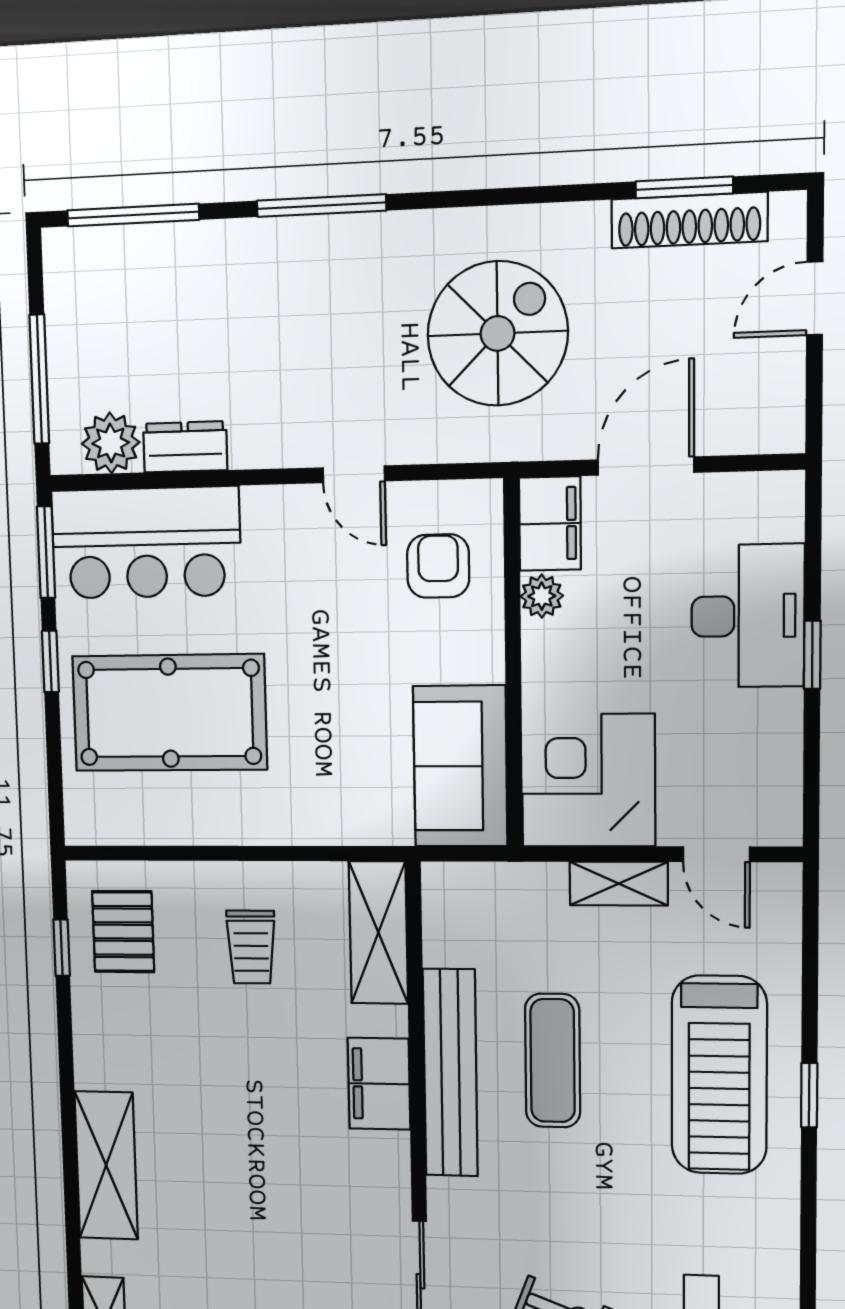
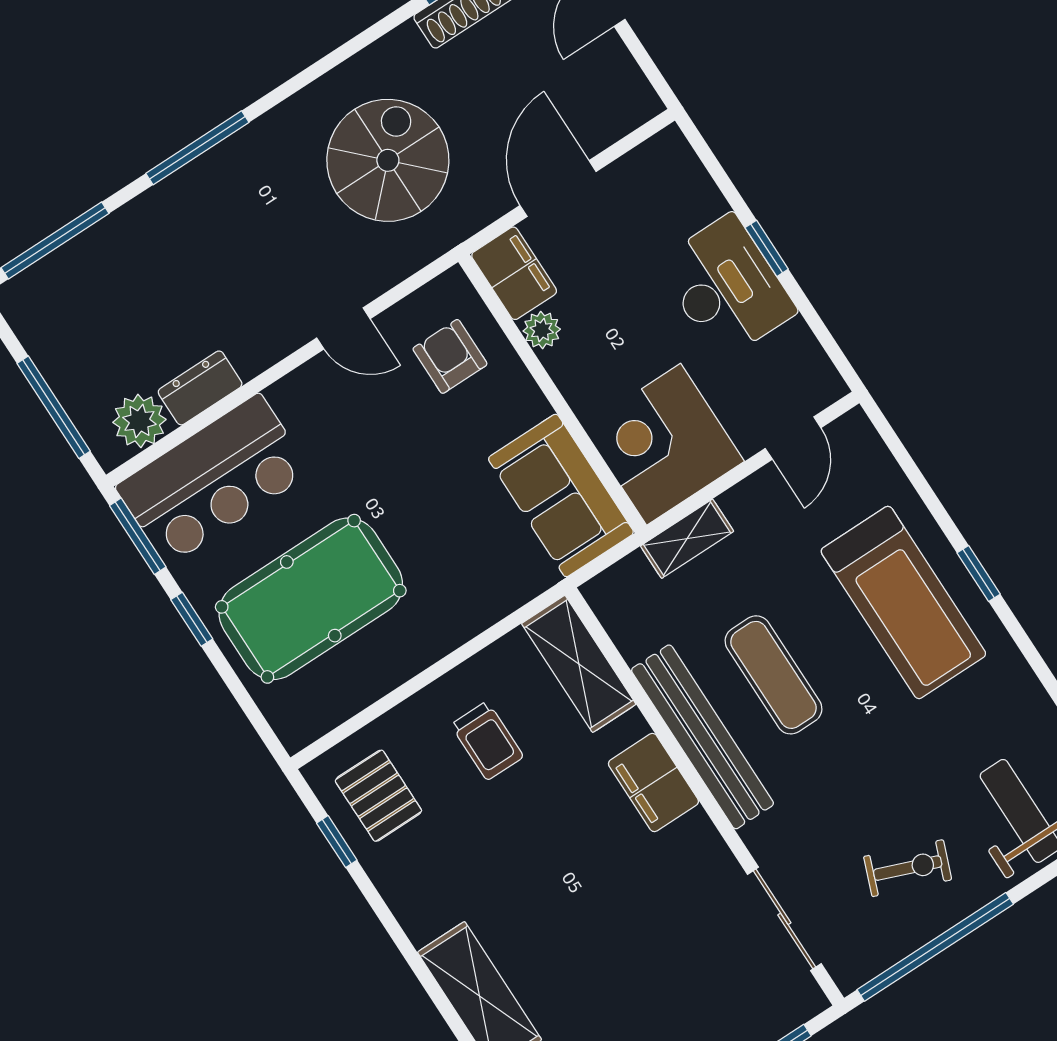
desk: (748, 616) -> (726, 287), moved
door: (716, 854) -> (793, 438), hinge flipped
shelving: (619, 884) -> (687, 539), moved

